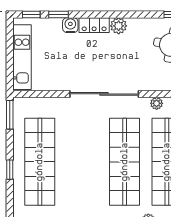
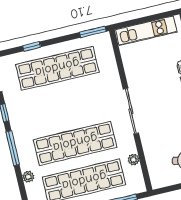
sliding door: (104, 94) -> (131, 111), width x0.73
window: (10, 170) -> (32, 46), moved

